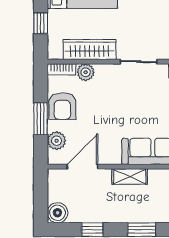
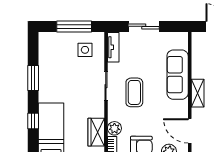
wardrobe: (90, 49) -> (96, 132), width x0.67
coffee table: (131, 97) -> (134, 92), added

